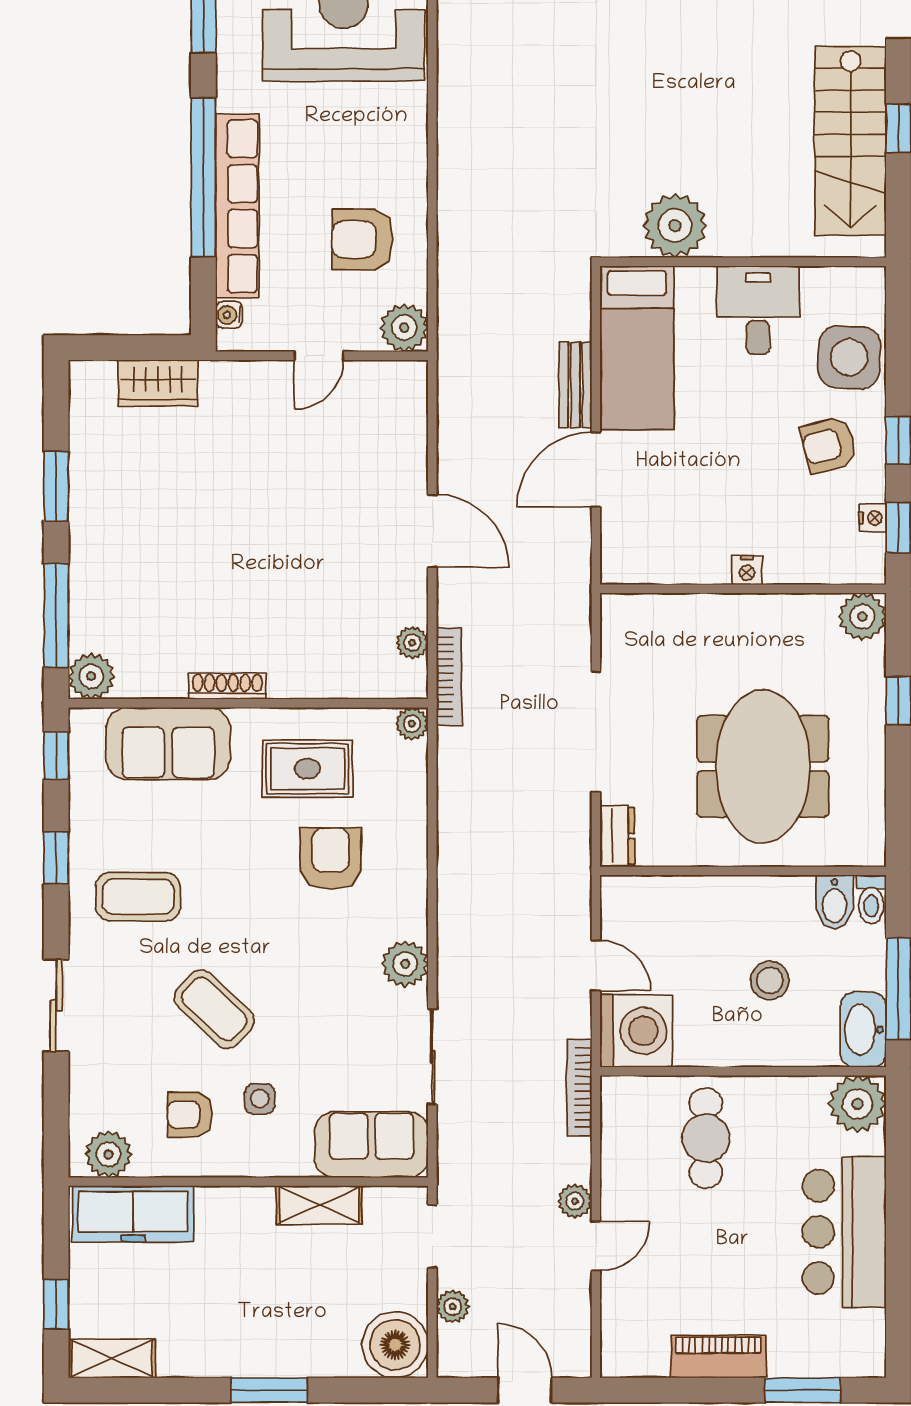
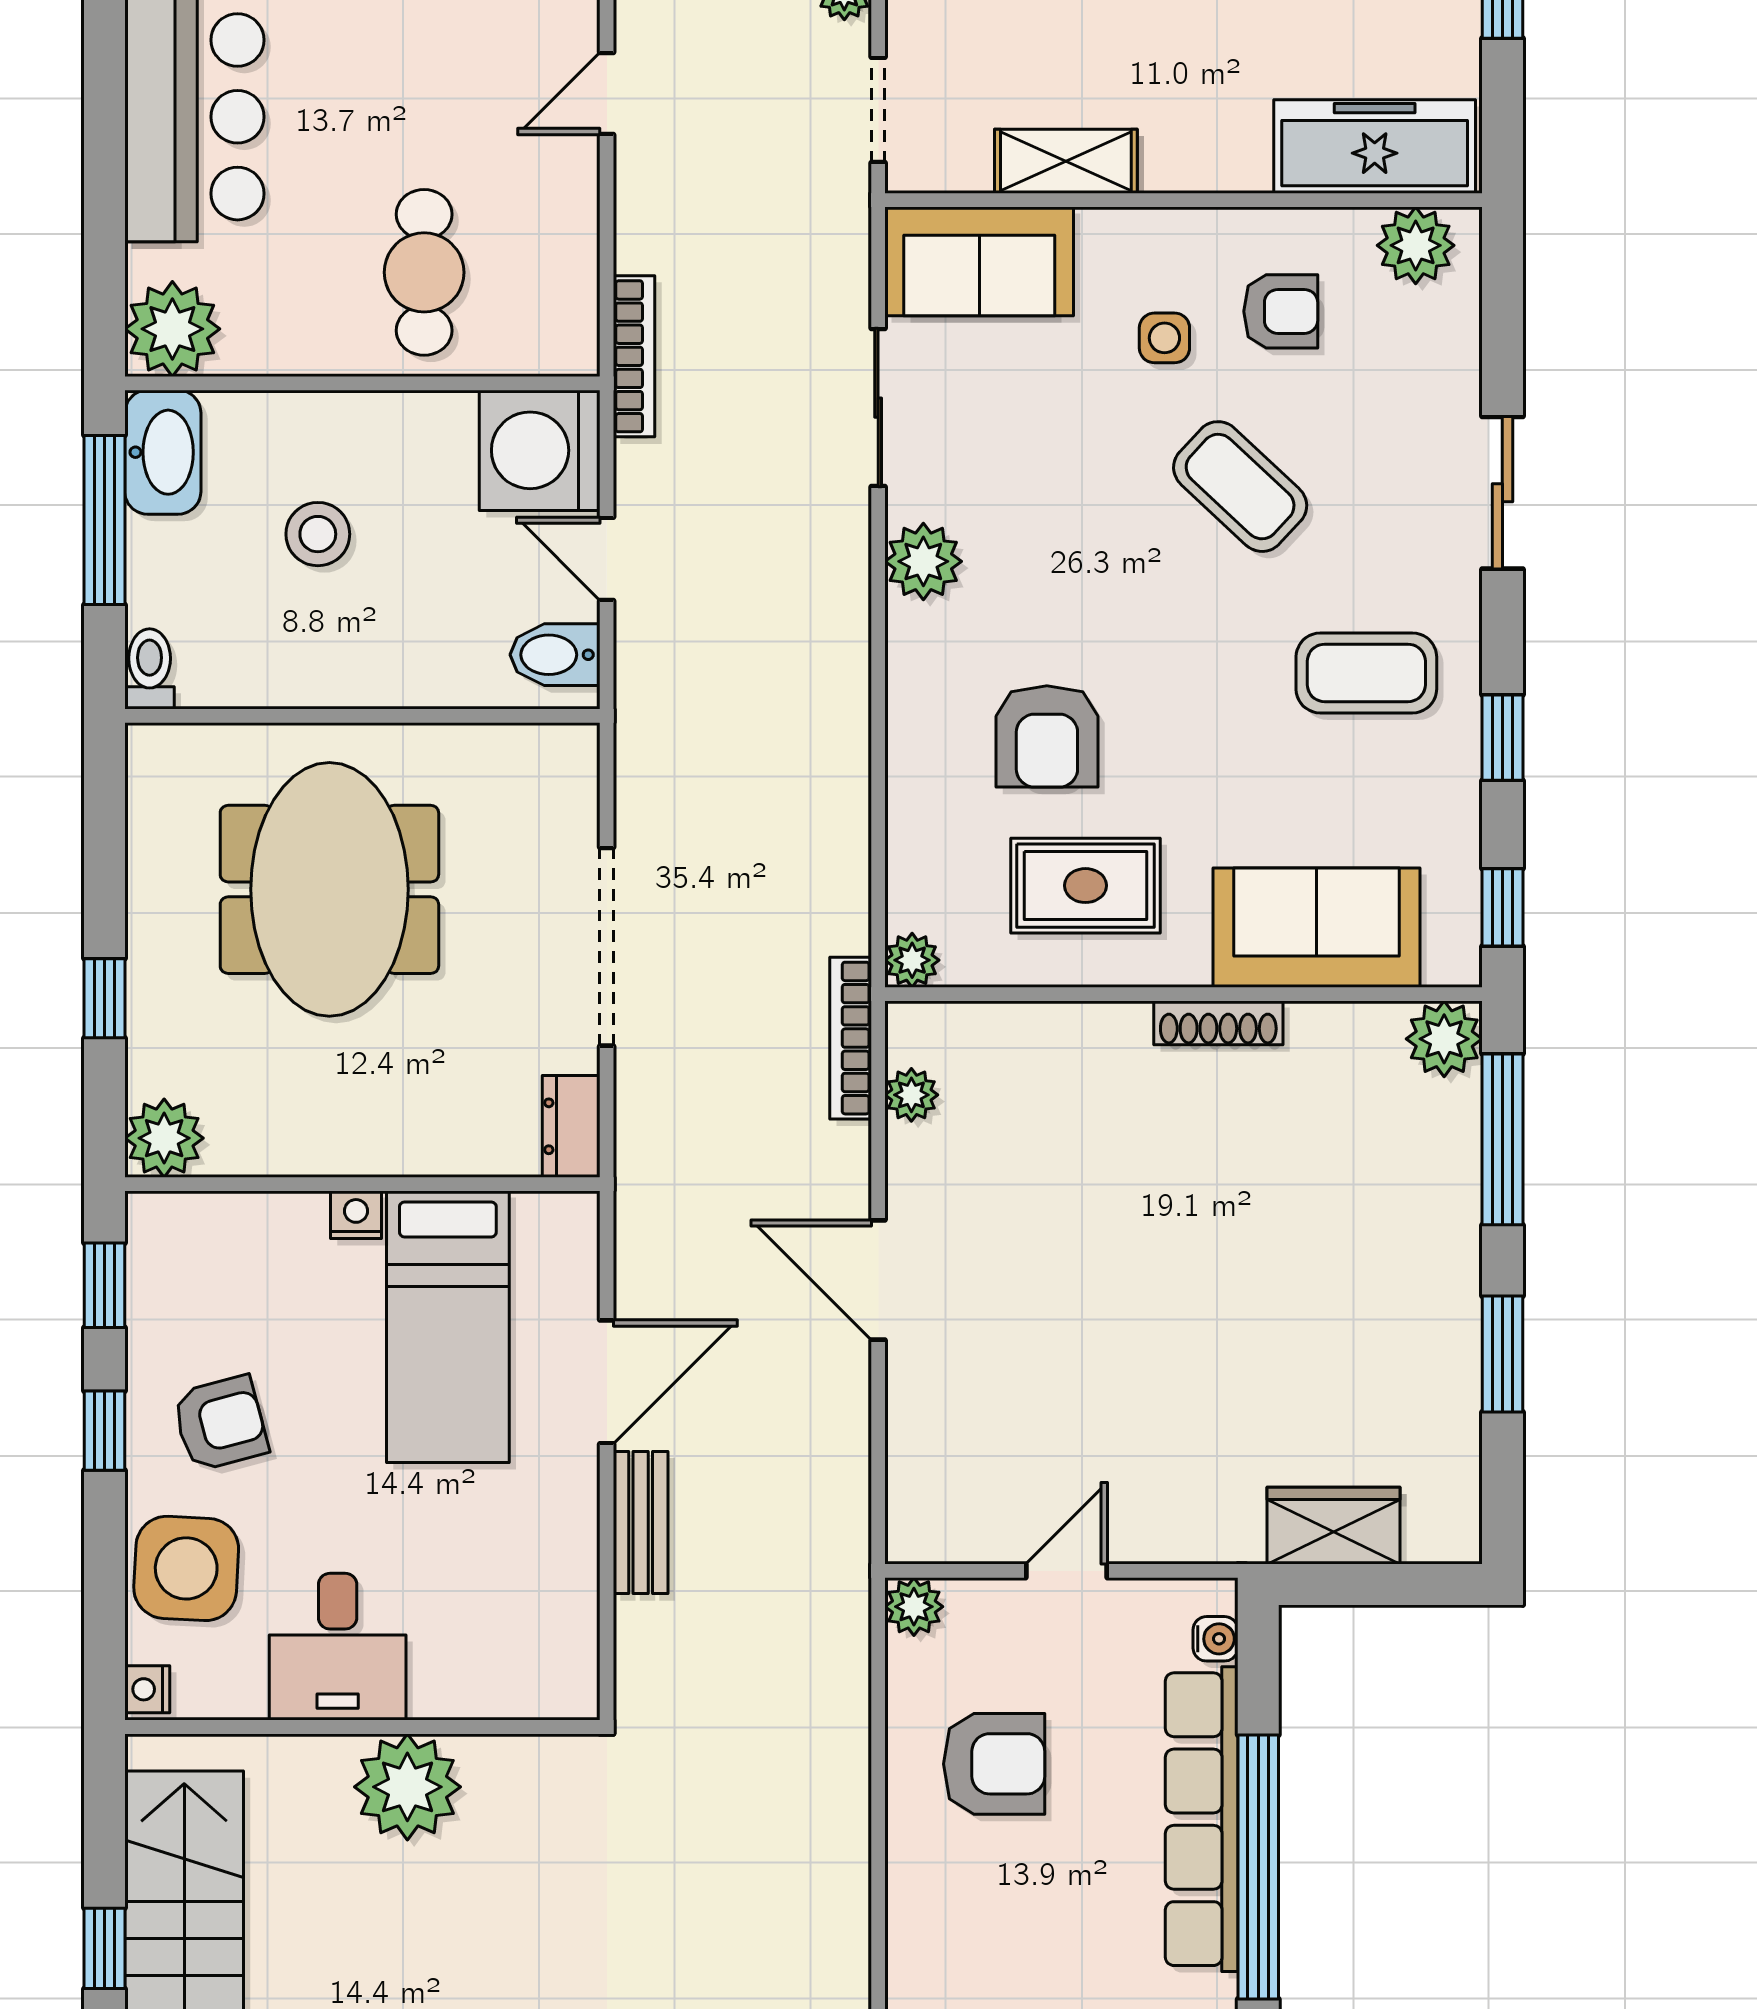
plant: (675, 226) -> (407, 1787), moved
plant: (404, 328) -> (914, 1607), width x0.73, depth x0.73
bed: (637, 348) -> (448, 1327), moved, turned 180
nightstand: (873, 518) -> (147, 1689), moved
dresser: (617, 836) -> (571, 1126), moved
bidet: (834, 902) -> (555, 655), moved, turned -90
plant: (575, 1201) -> (641, 168), removed

